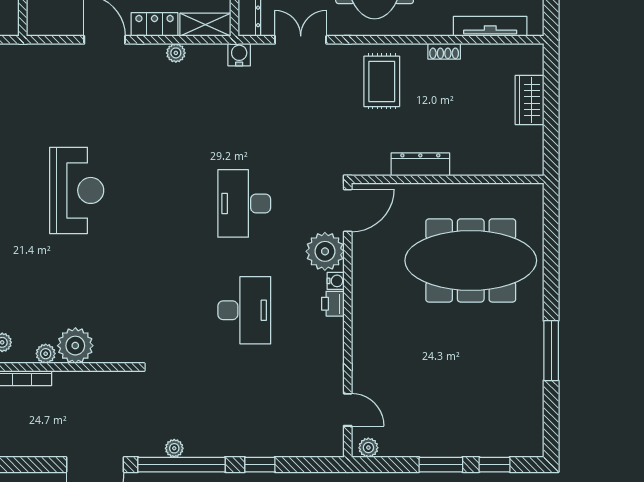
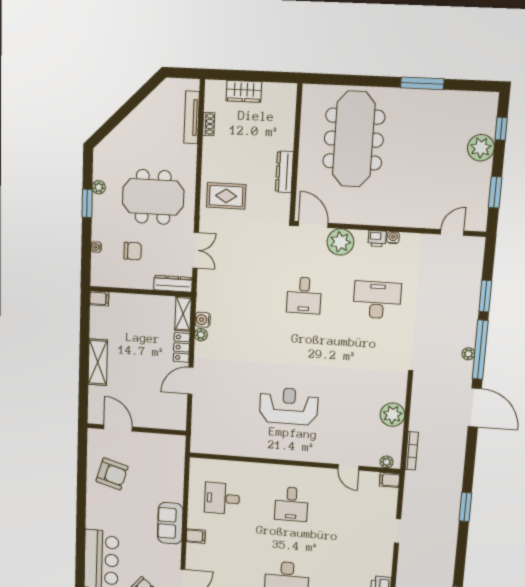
double door: (301, 40) -> (196, 250), swing flipped
shoe rack: (444, 51) -> (209, 124), moved
water cooler: (239, 55) -> (203, 320), moved
desk: (244, 203) -> (304, 295), width x0.73
water cooler: (336, 281) -> (393, 238), moved
plant: (46, 354) -> (396, 434), removed
plant: (368, 448) -> (481, 148), moved, width x1.88, depth x1.88
window: (260, 465) -> (485, 296), width x1.50
window: (441, 465) -> (495, 192), moved

